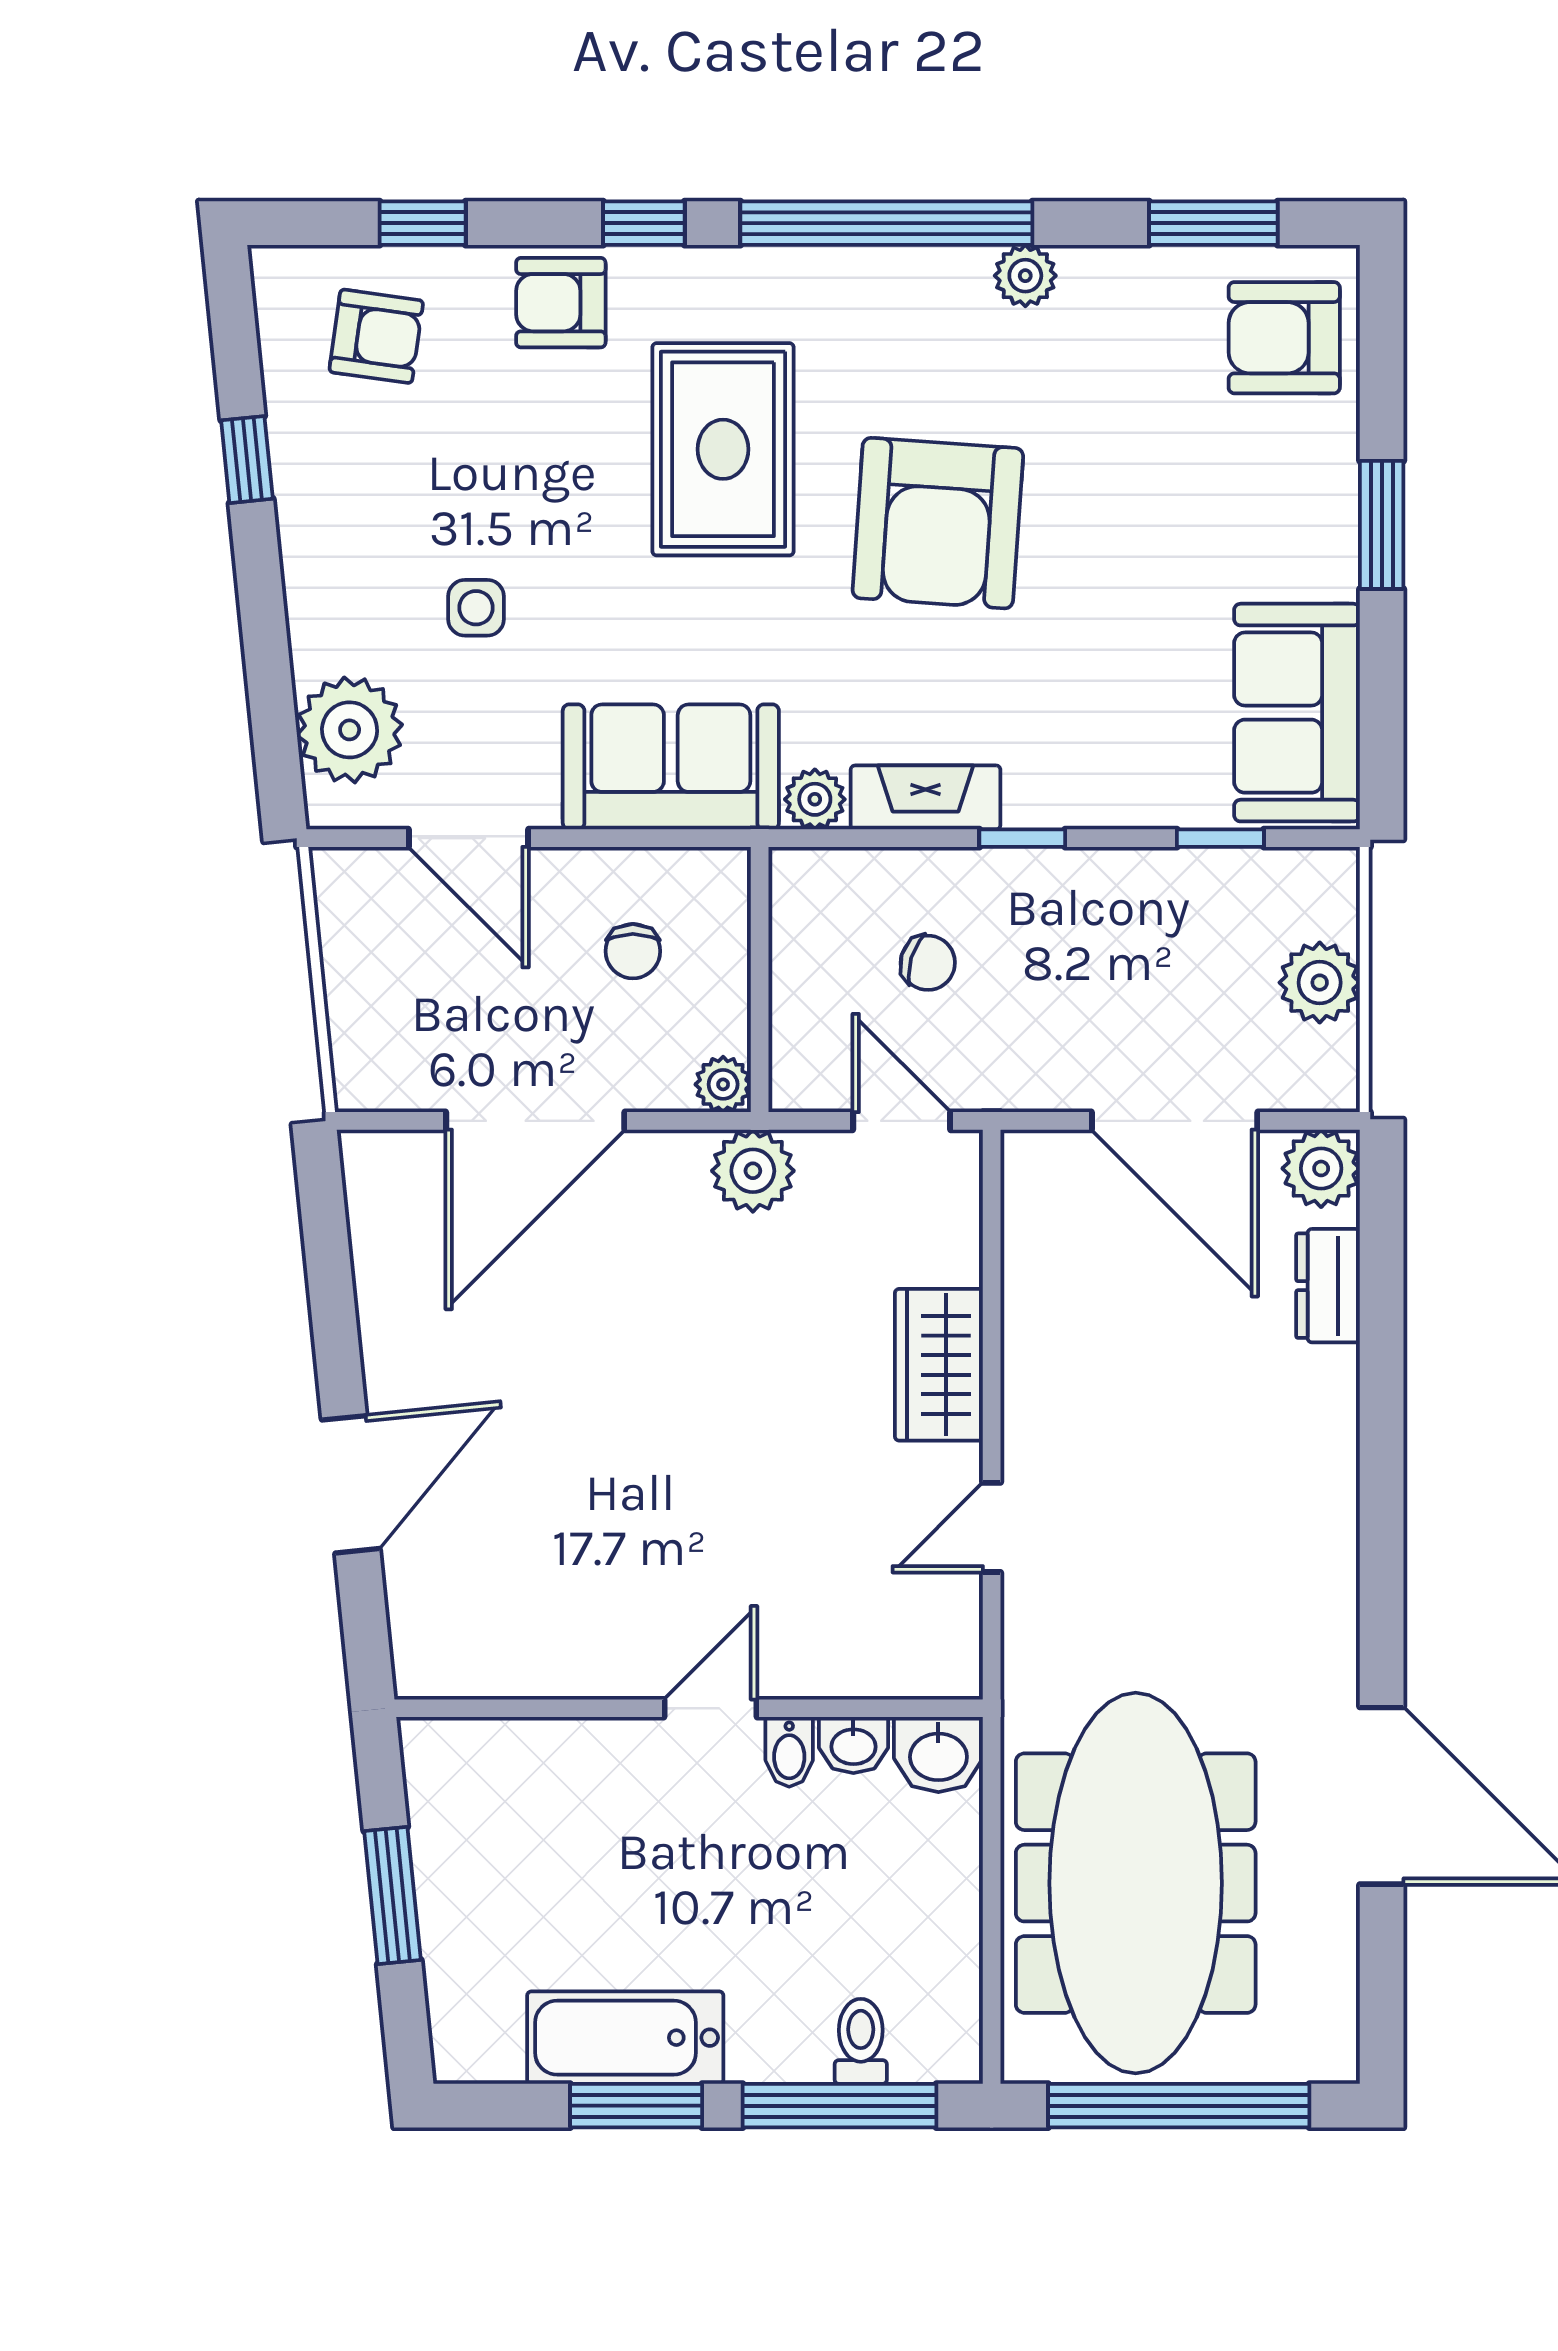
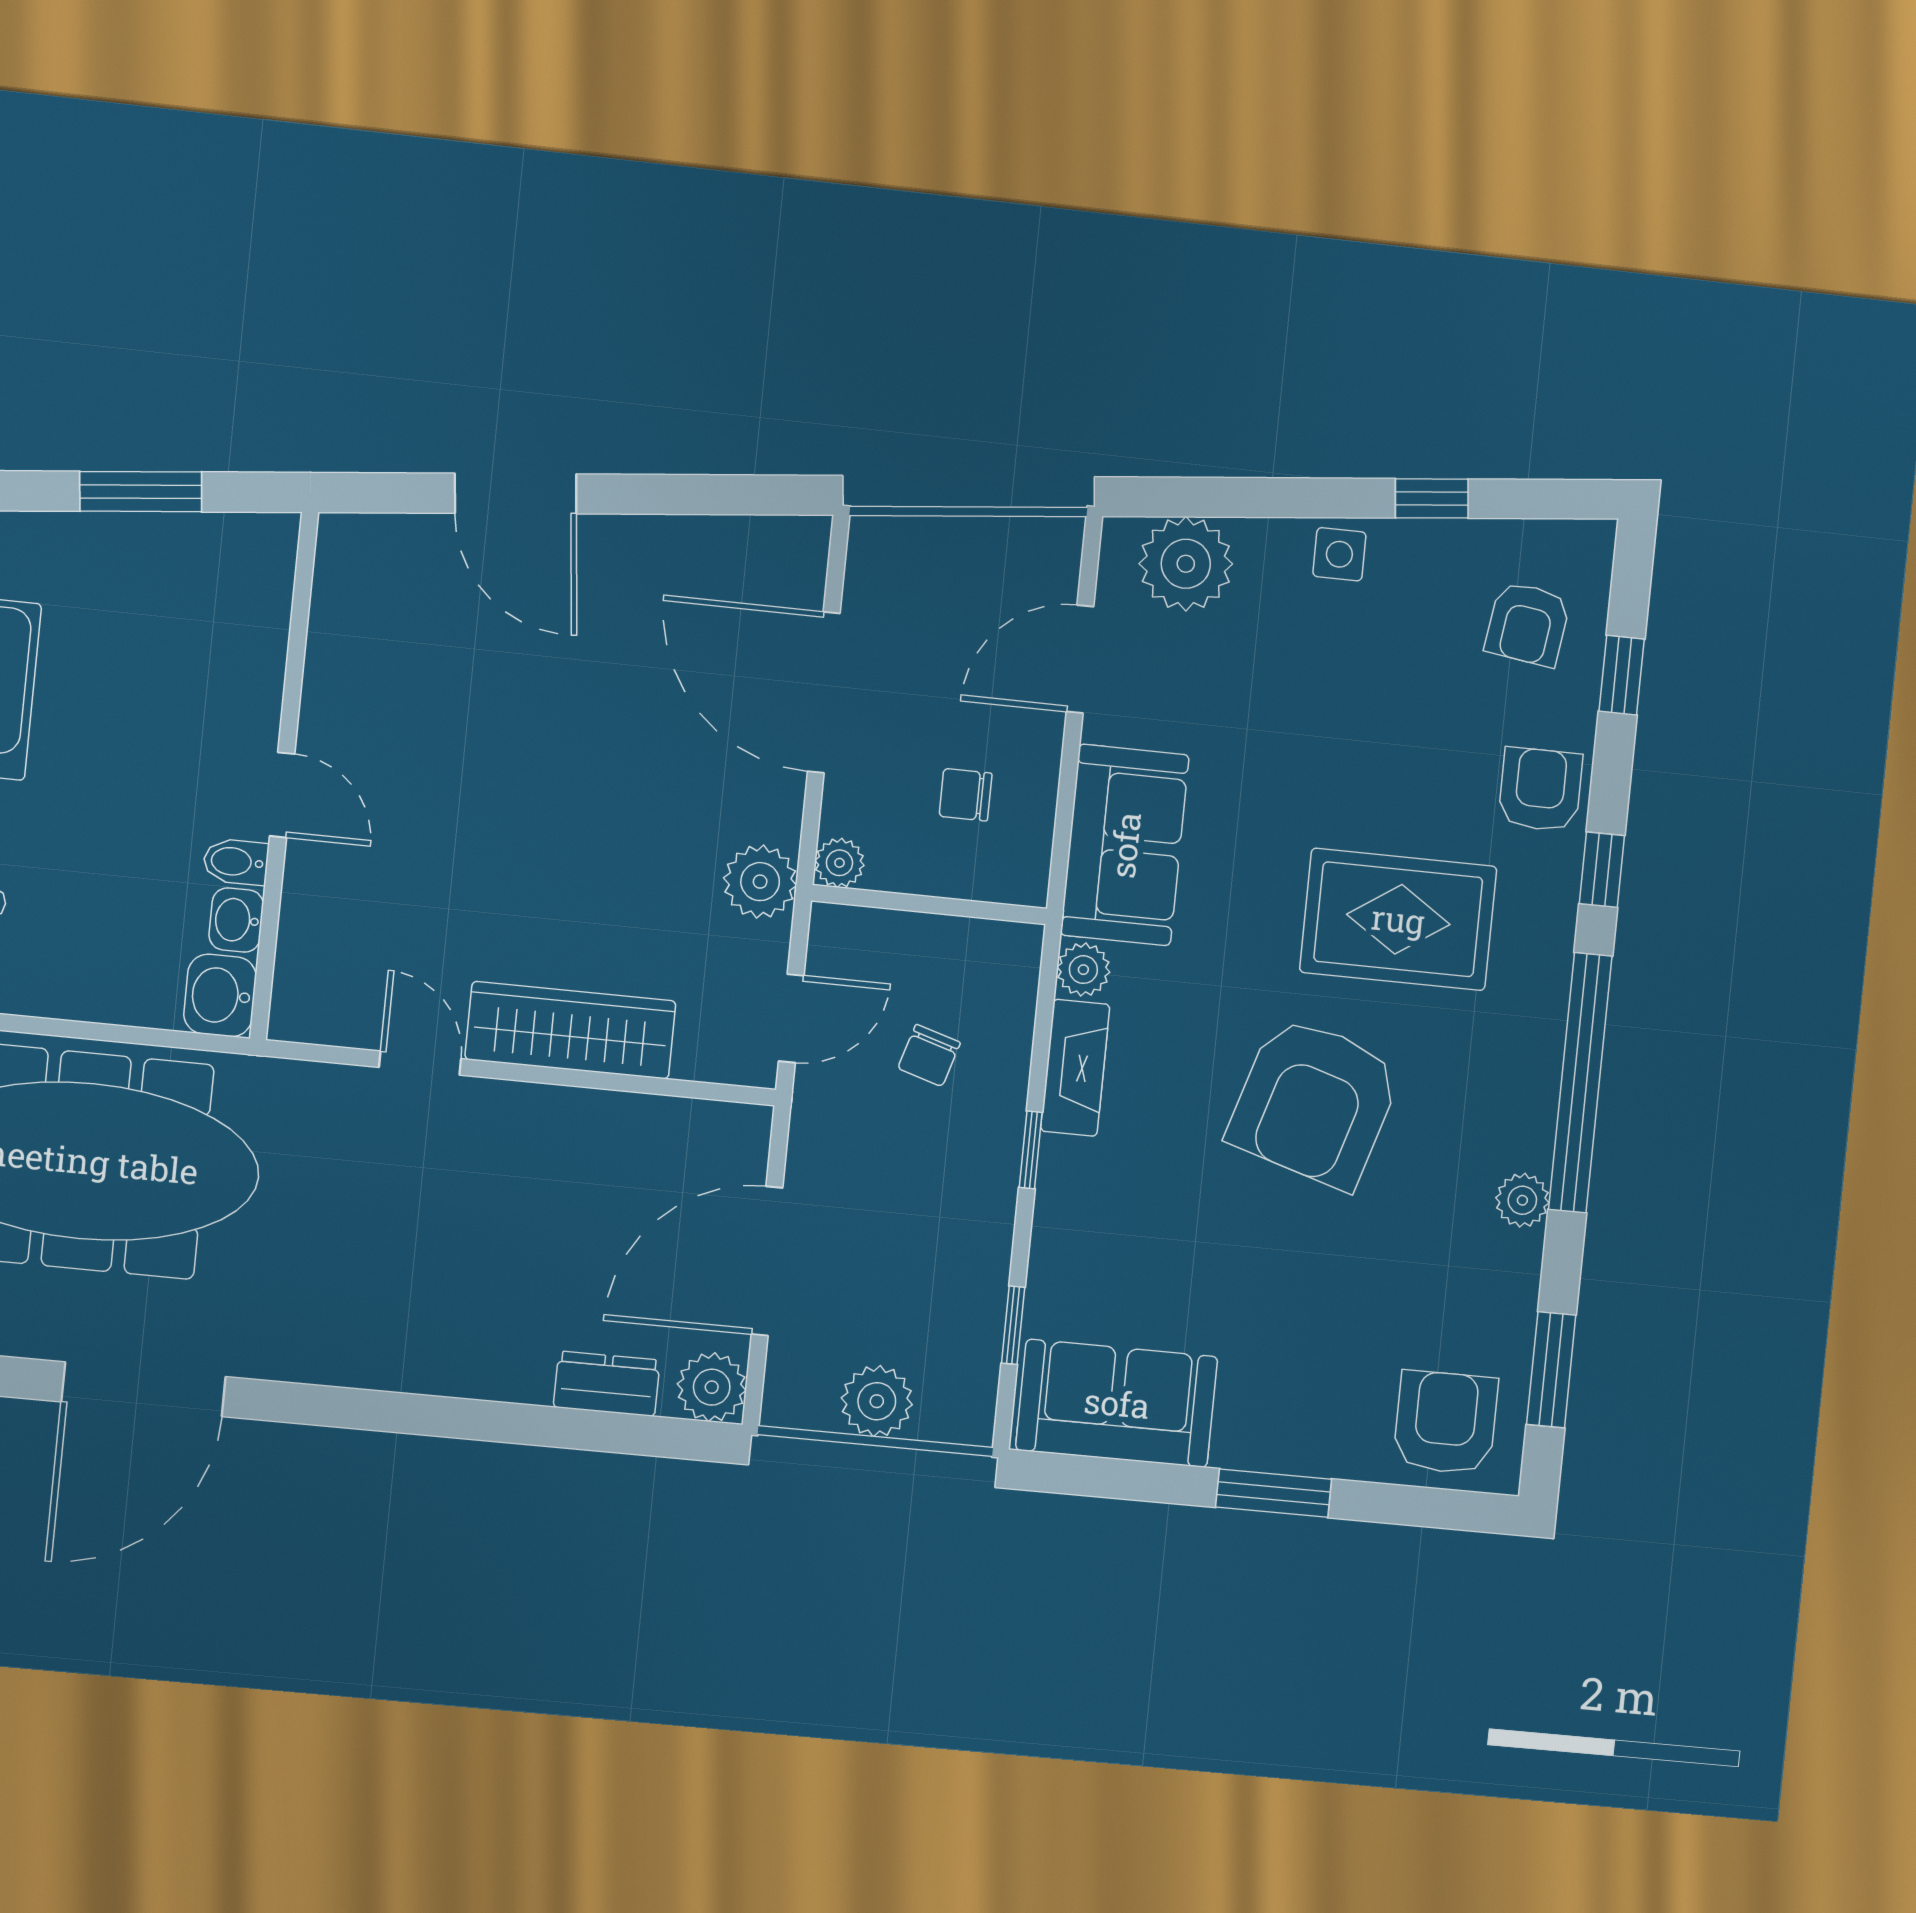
armchair: (938, 523) -> (1315, 1102), turned -77
side table: (476, 608) -> (1339, 554), moved
wardrobe: (939, 1365) -> (570, 1030), width x1.50

